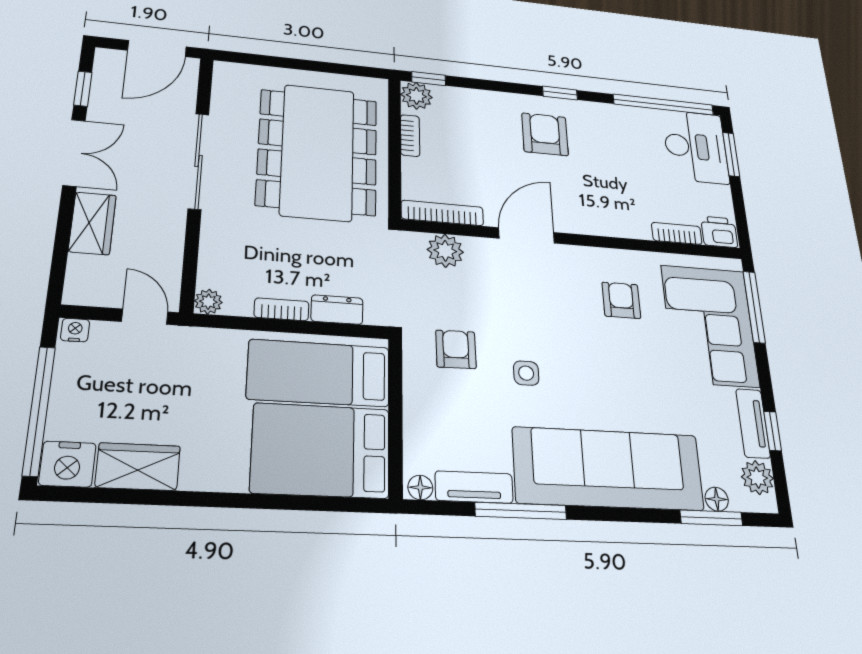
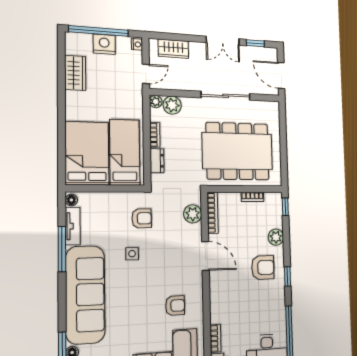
plant: (416, 96) -> (276, 237), moved
wardrobe: (92, 223) -> (173, 49), moved
plant: (217, 269) -> (172, 105), added
nightstand: (67, 464) -> (104, 44), moved, turned 90

